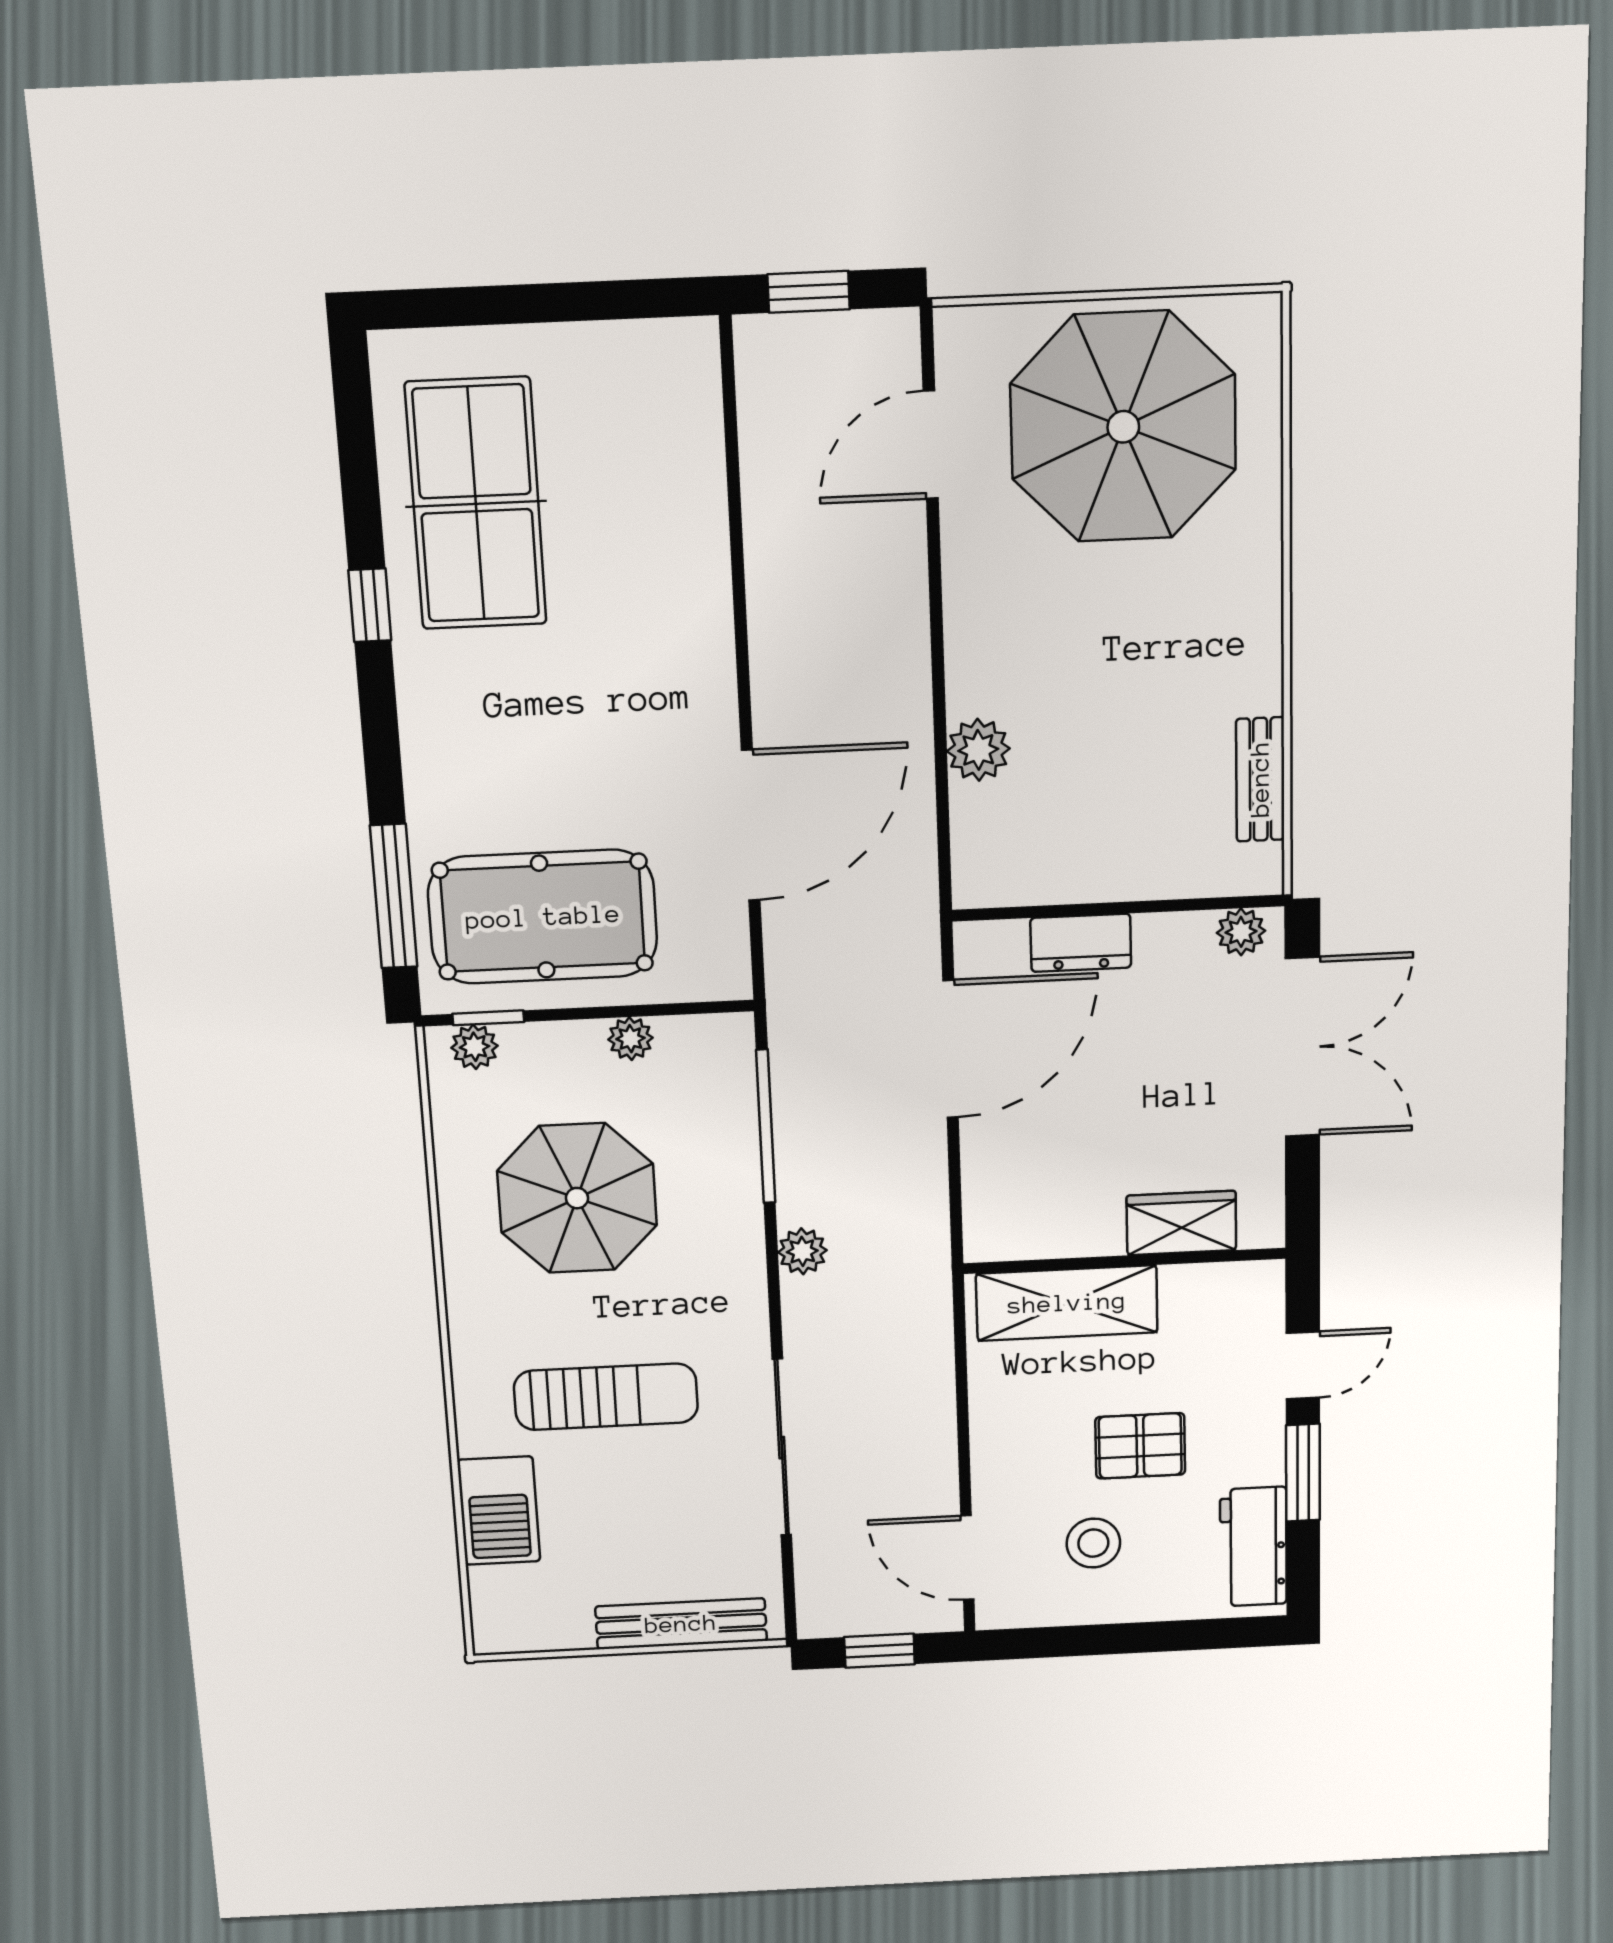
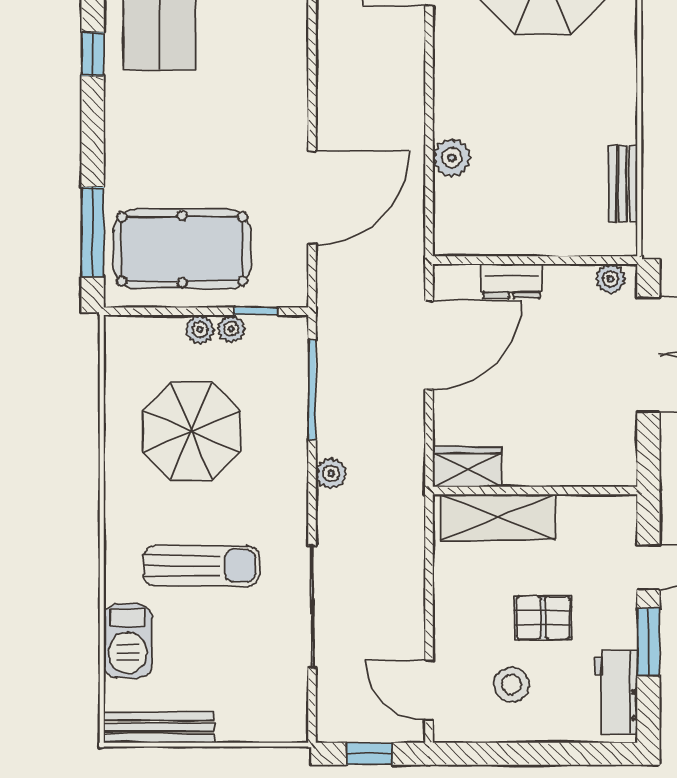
window: (488, 1018) -> (256, 311), moved
plant: (475, 1047) -> (200, 329), moved
wardrobe: (1181, 1223) -> (467, 467), moved
bench: (681, 1624) -> (159, 727), moved

